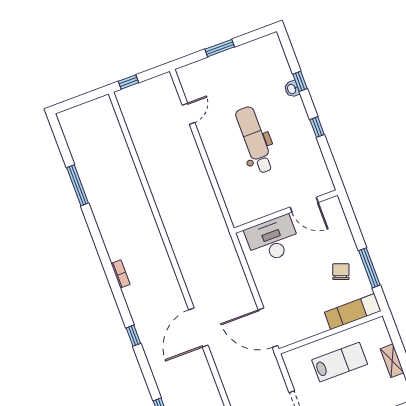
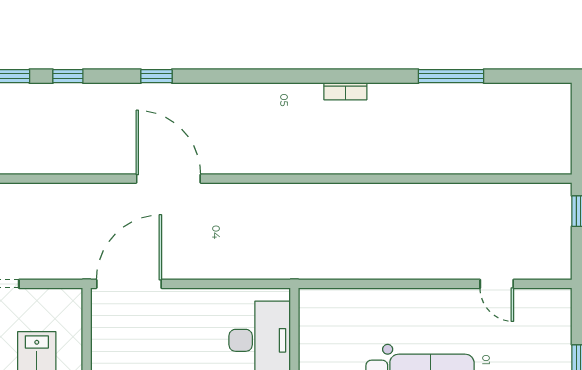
bookcase: (120, 274) -> (345, 91), moved
window: (133, 336) -> (156, 76), moved

